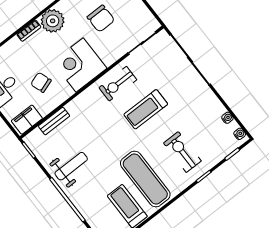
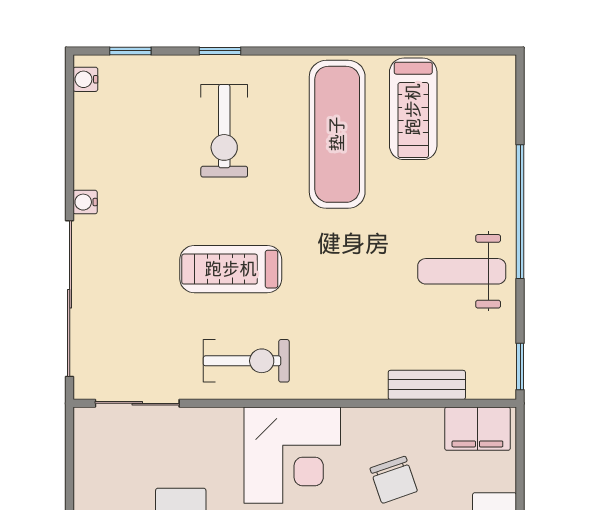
treadmill: (146, 109) -> (231, 269), turned 180
water cooler: (227, 118) -> (85, 202), moved

